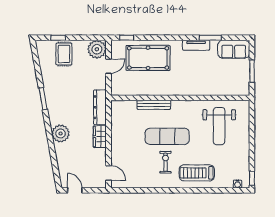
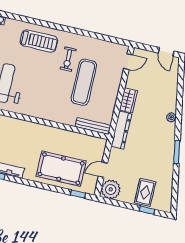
bench: (154, 105) -> (93, 126), moved
plant: (61, 133) -> (171, 117), width x0.53, depth x0.53
exercise mat: (167, 136) -> (84, 82), moved, turned 90
door: (108, 173) -> (128, 62), swing flipped

